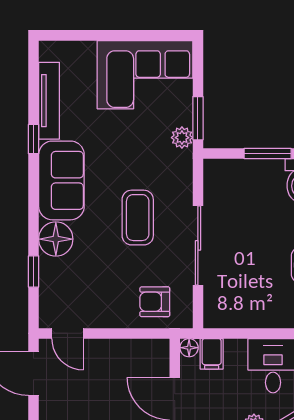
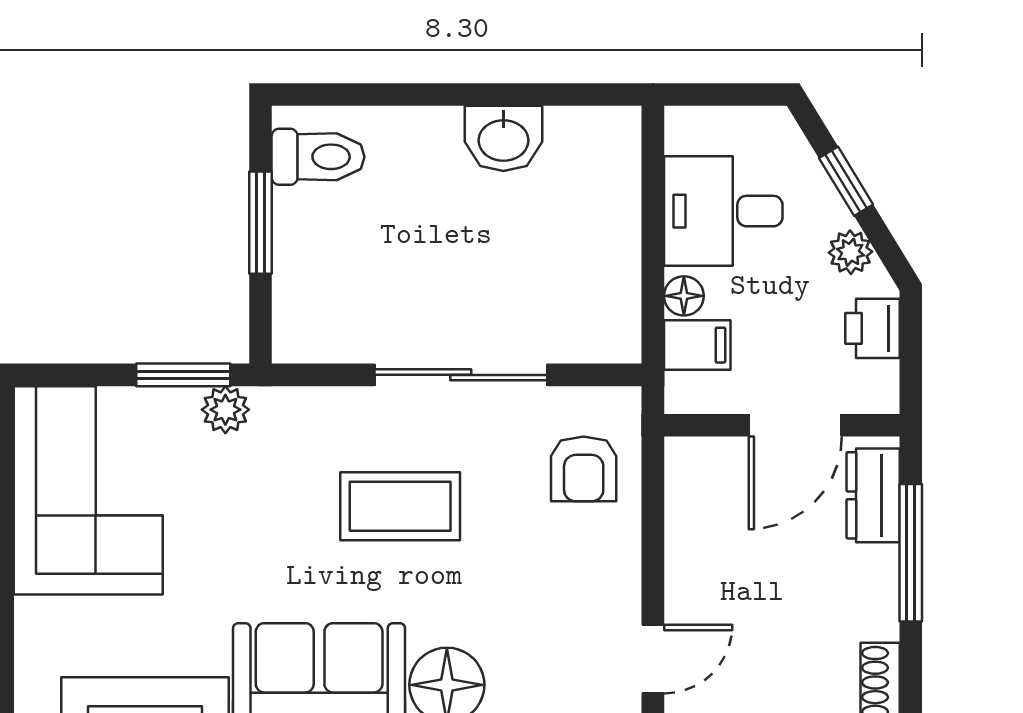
floor lamp: (189, 348) -> (684, 296), moved

